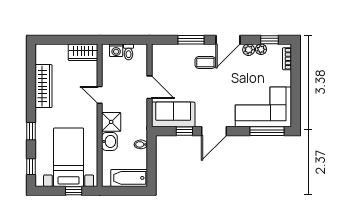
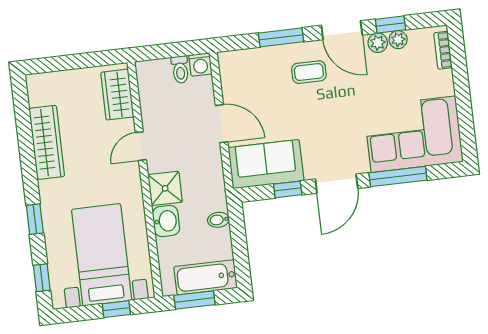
door: (228, 40) -> (342, 30), hinge flipped
window: (270, 40) -> (391, 24), moved
washing machine: (116, 50) -> (200, 64), moved
wardrobe: (83, 52) -> (117, 95), moved, turned 90
door: (100, 95) -> (141, 146), hinge flipped
window: (267, 131) -> (398, 176), moved
window: (121, 191) -> (194, 300), added

